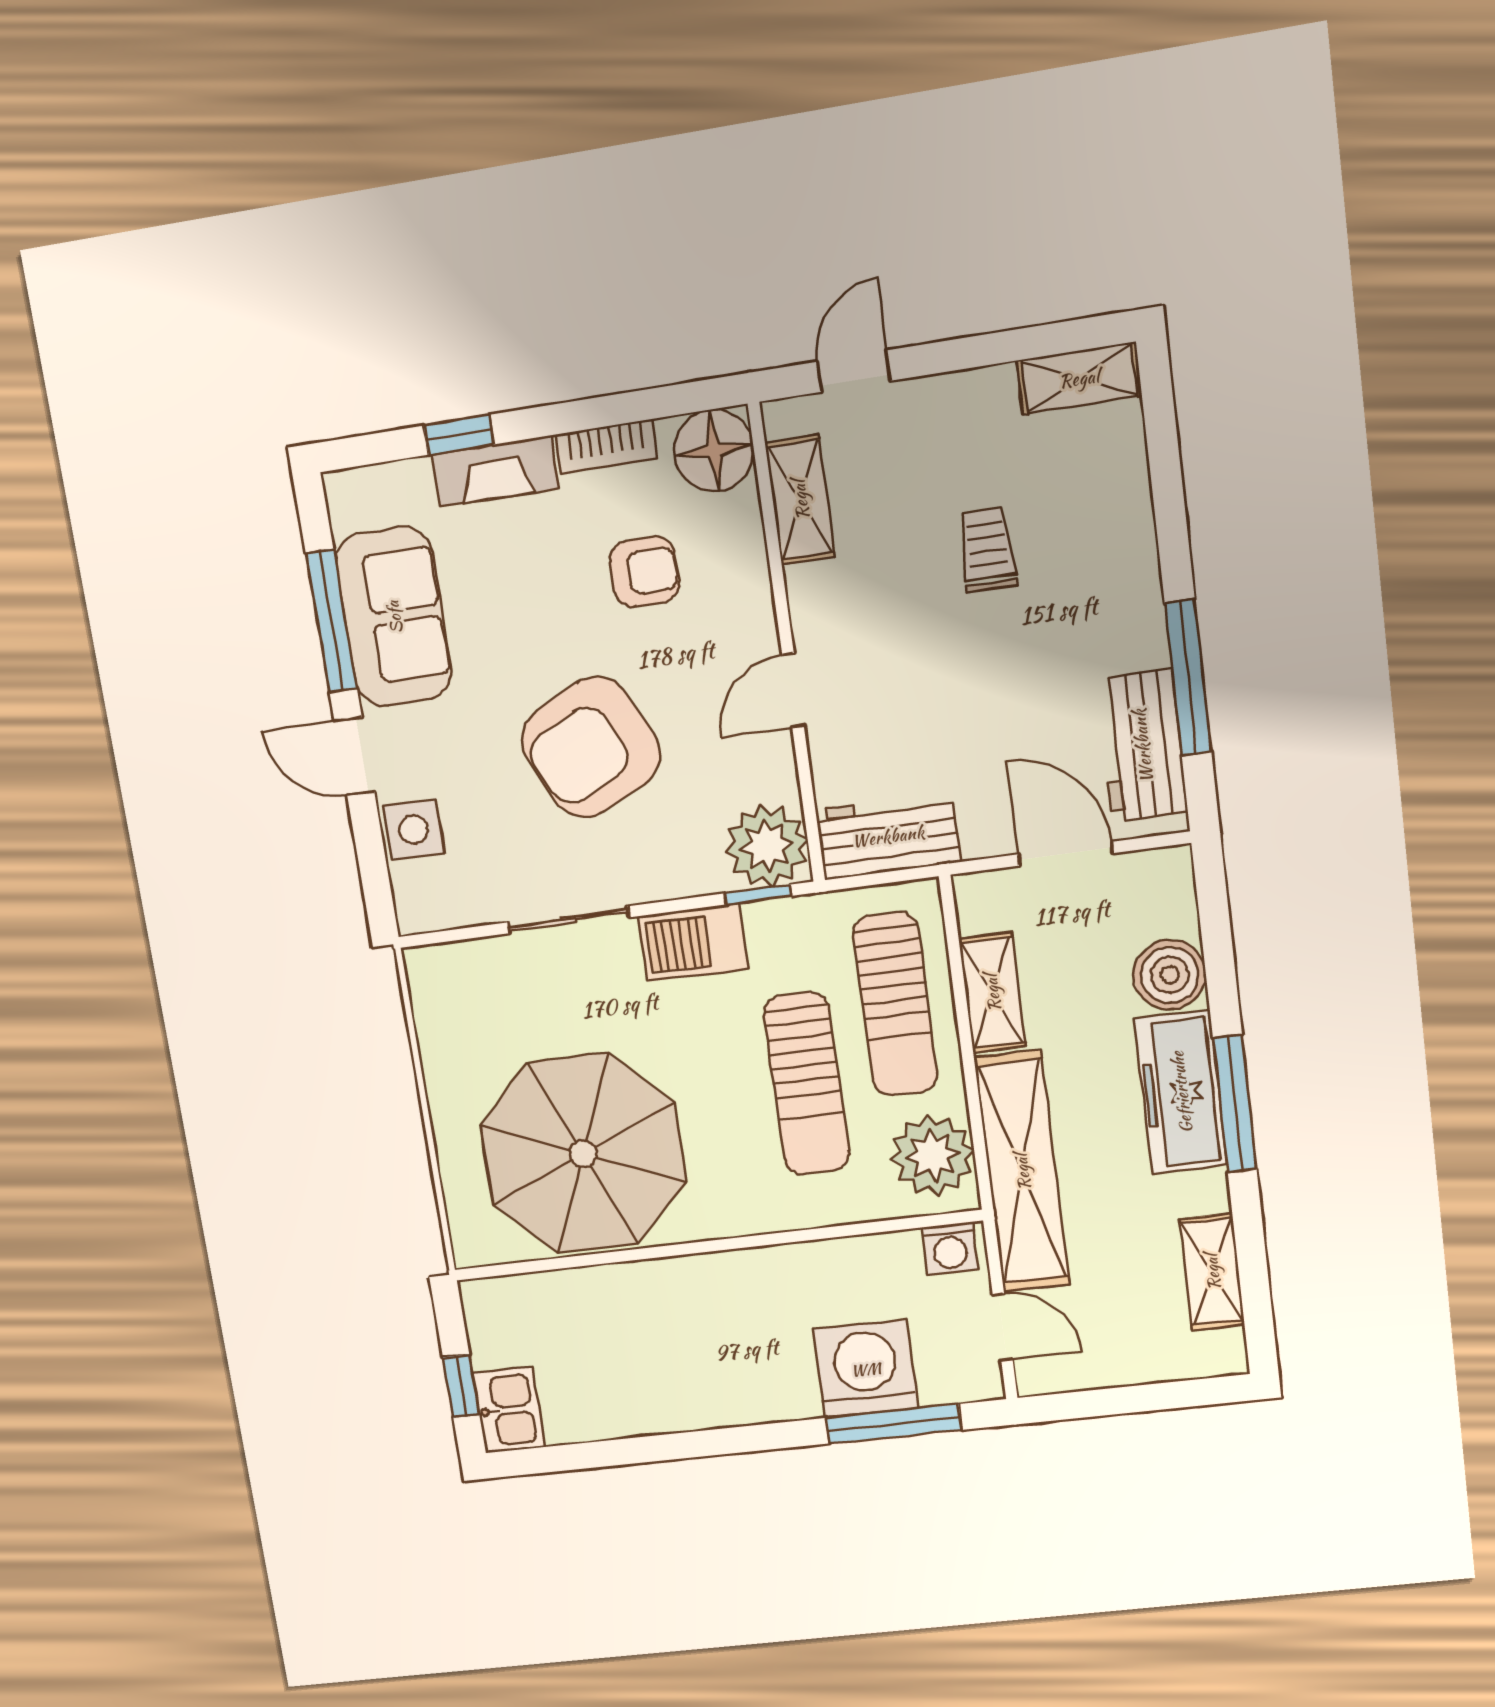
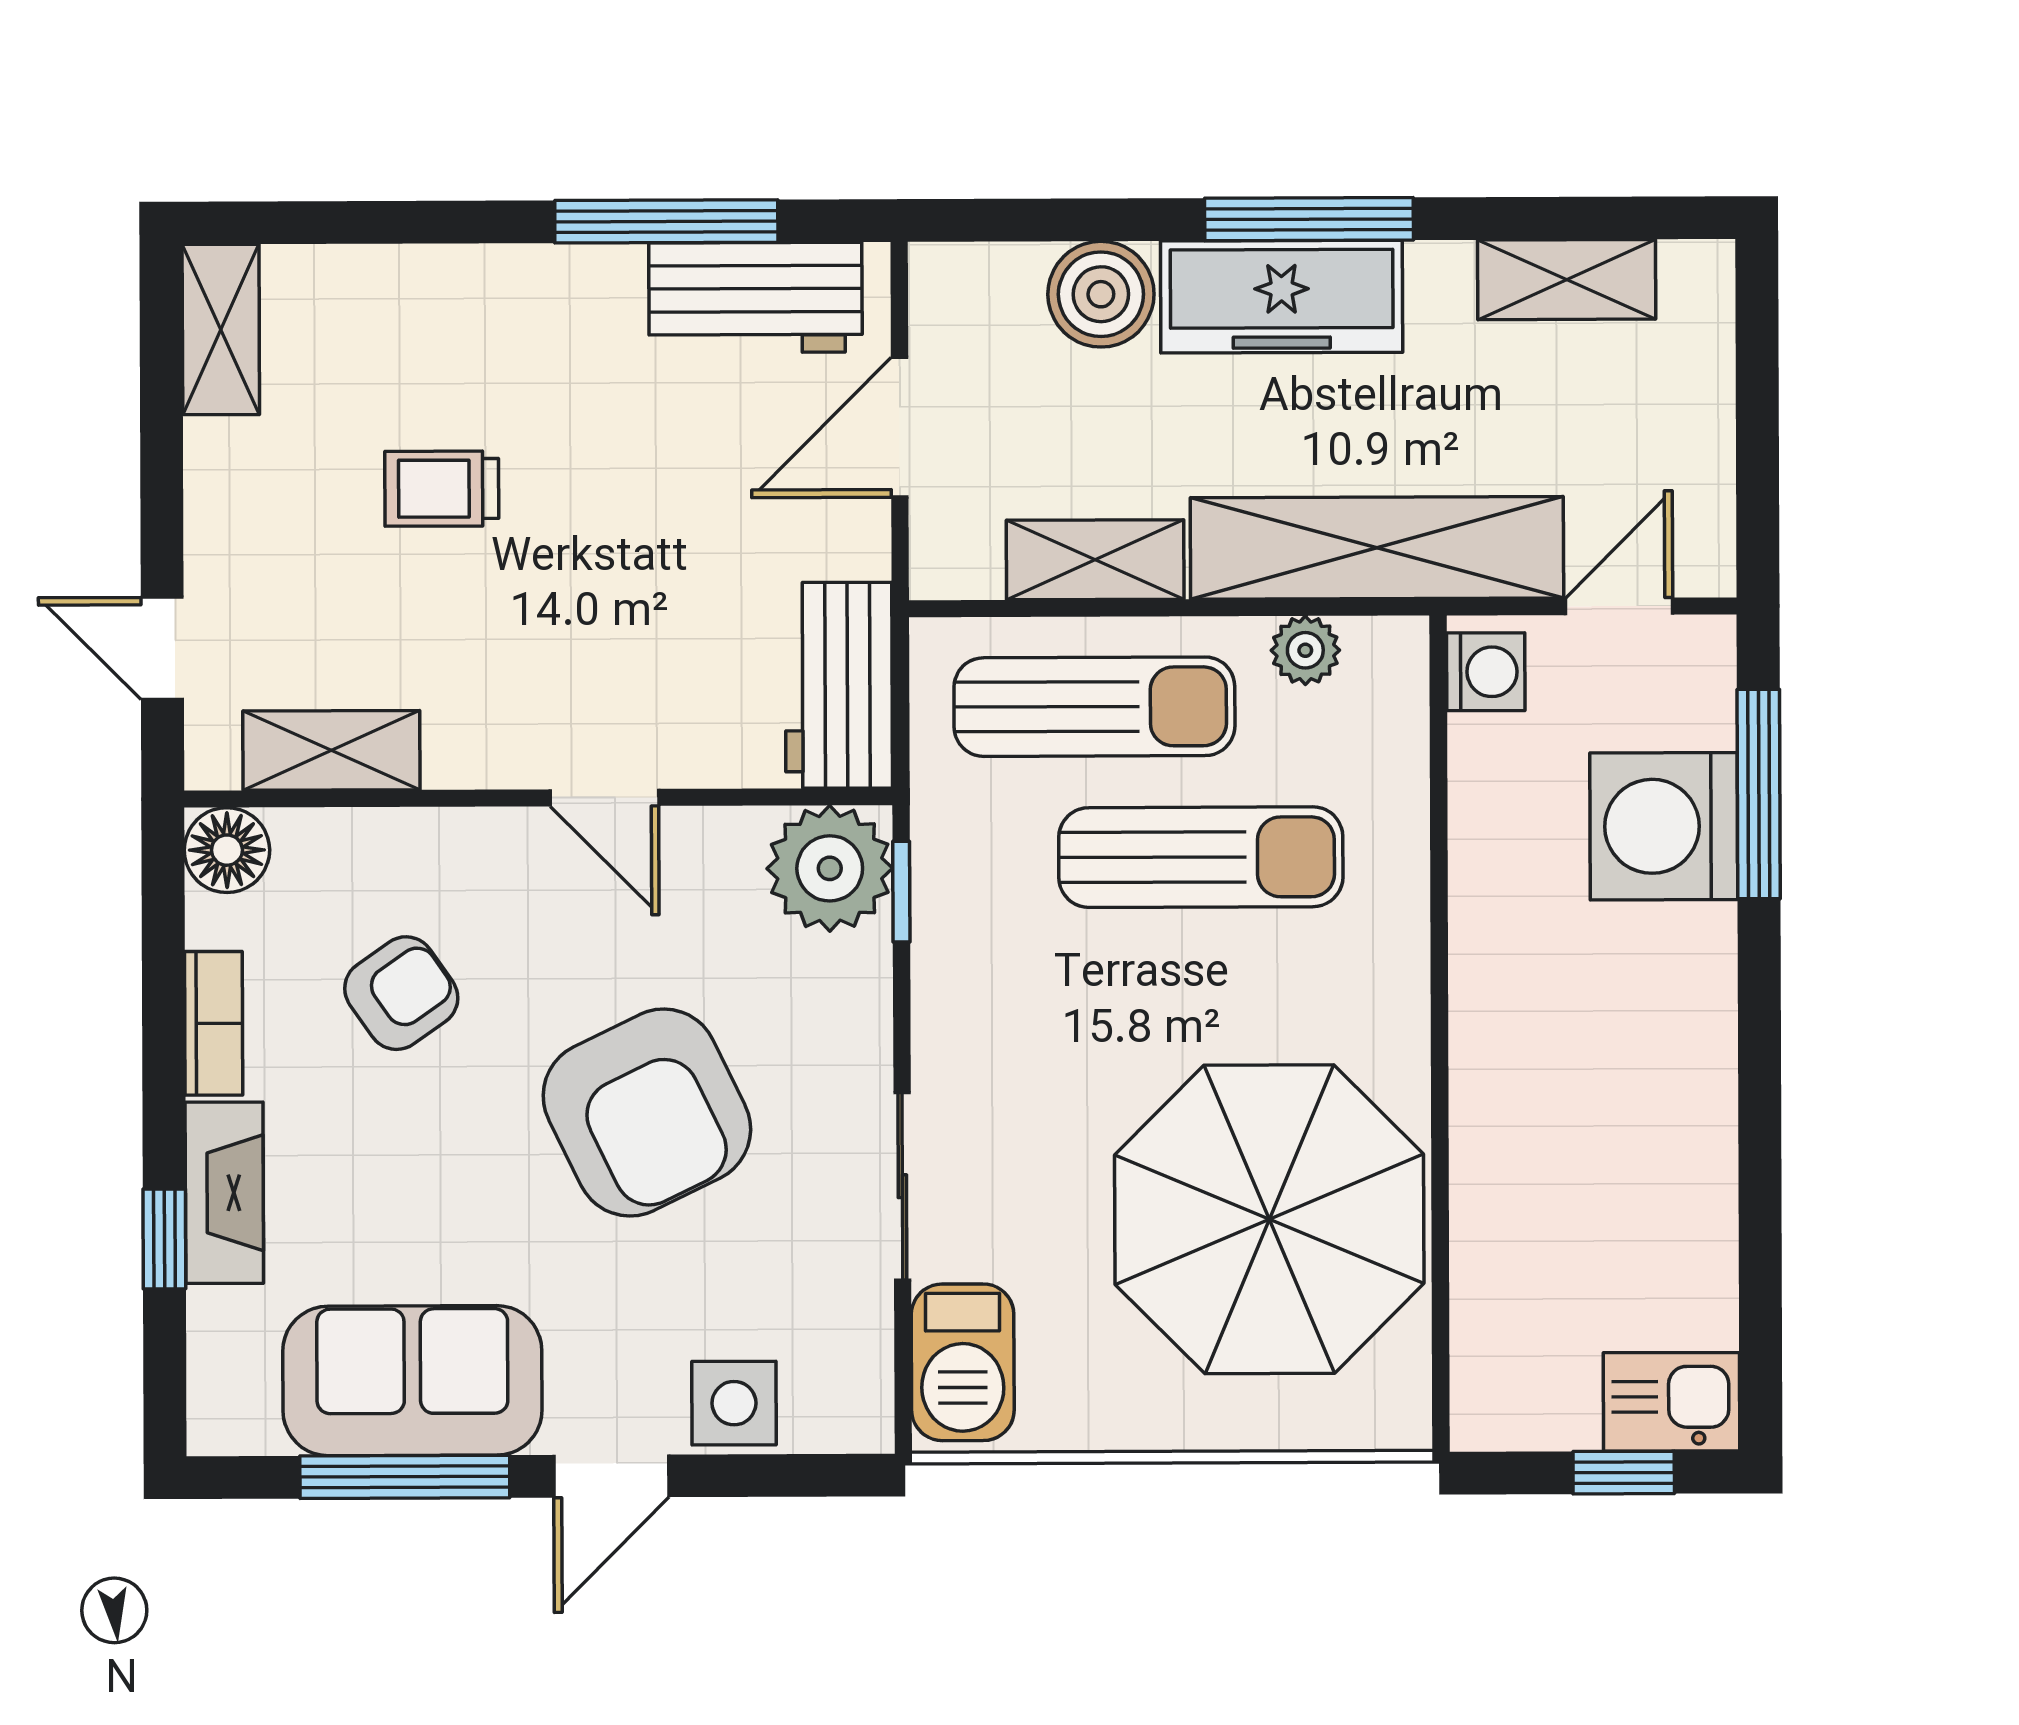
floor lamp: (714, 451) -> (227, 850), width x0.73, depth x0.73
armchair: (645, 572) -> (401, 993), turned 55
barbecue: (693, 943) -> (963, 1362), moved
plant: (932, 1155) -> (1305, 650), width x0.53, depth x0.53

